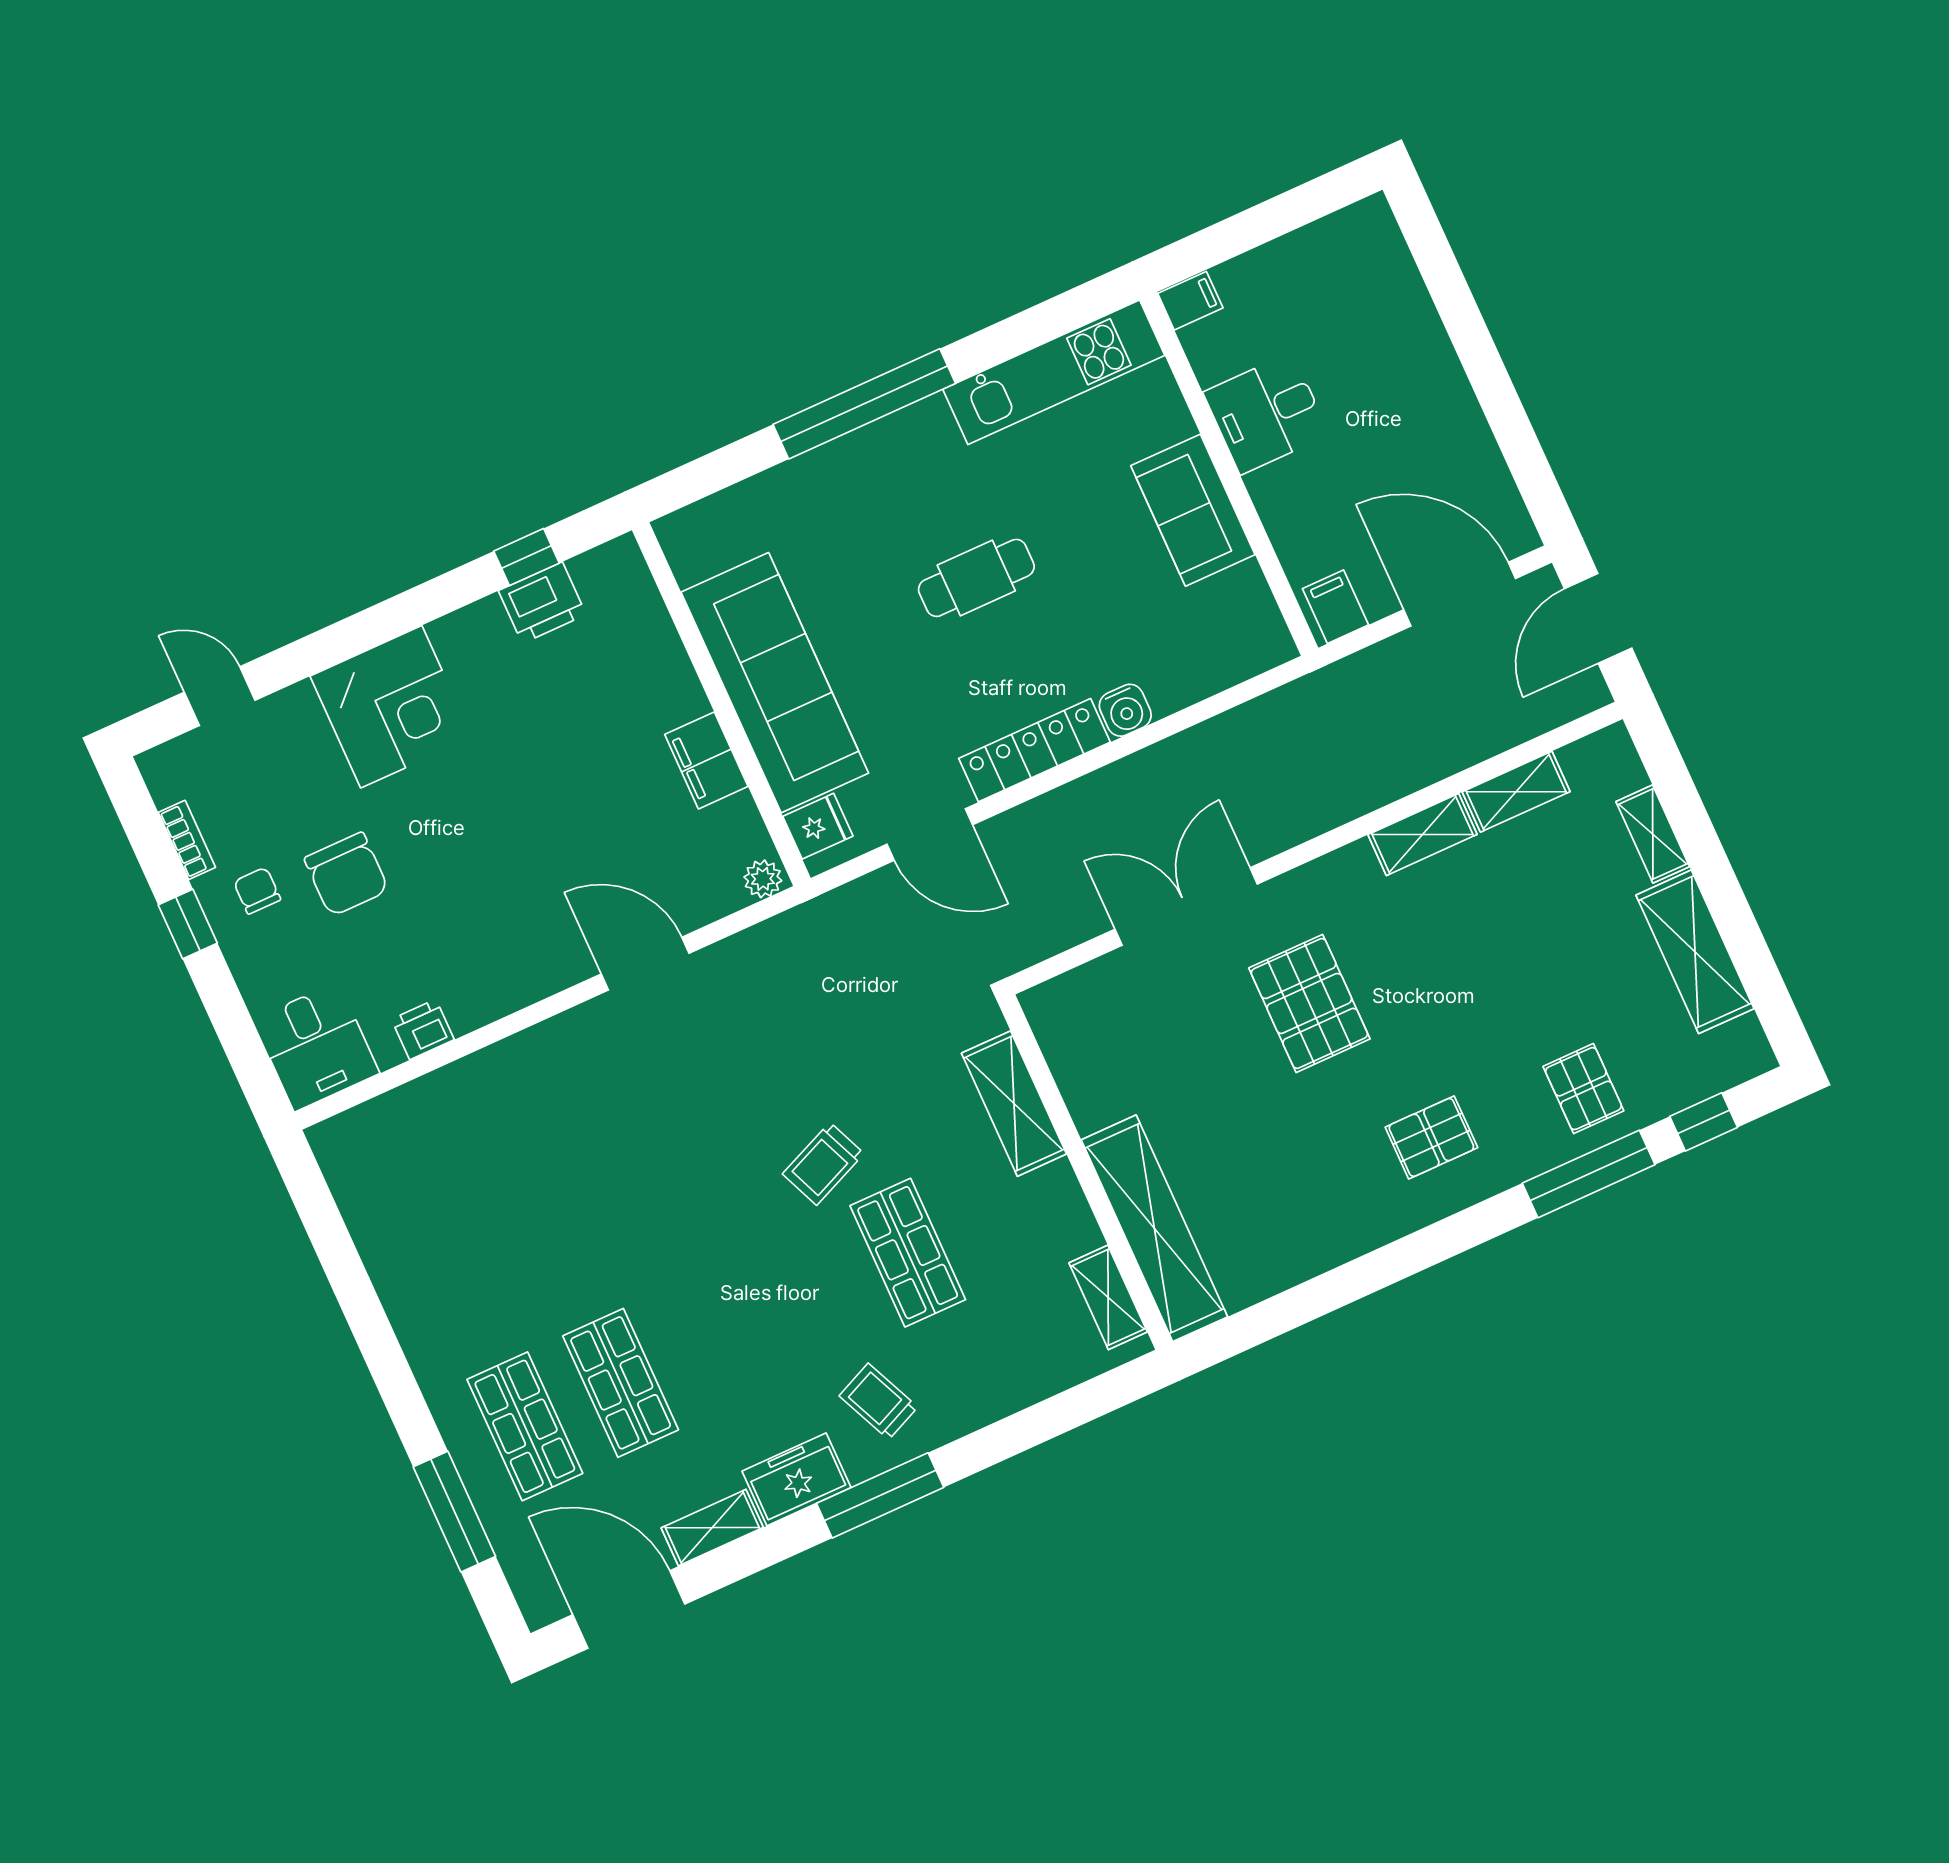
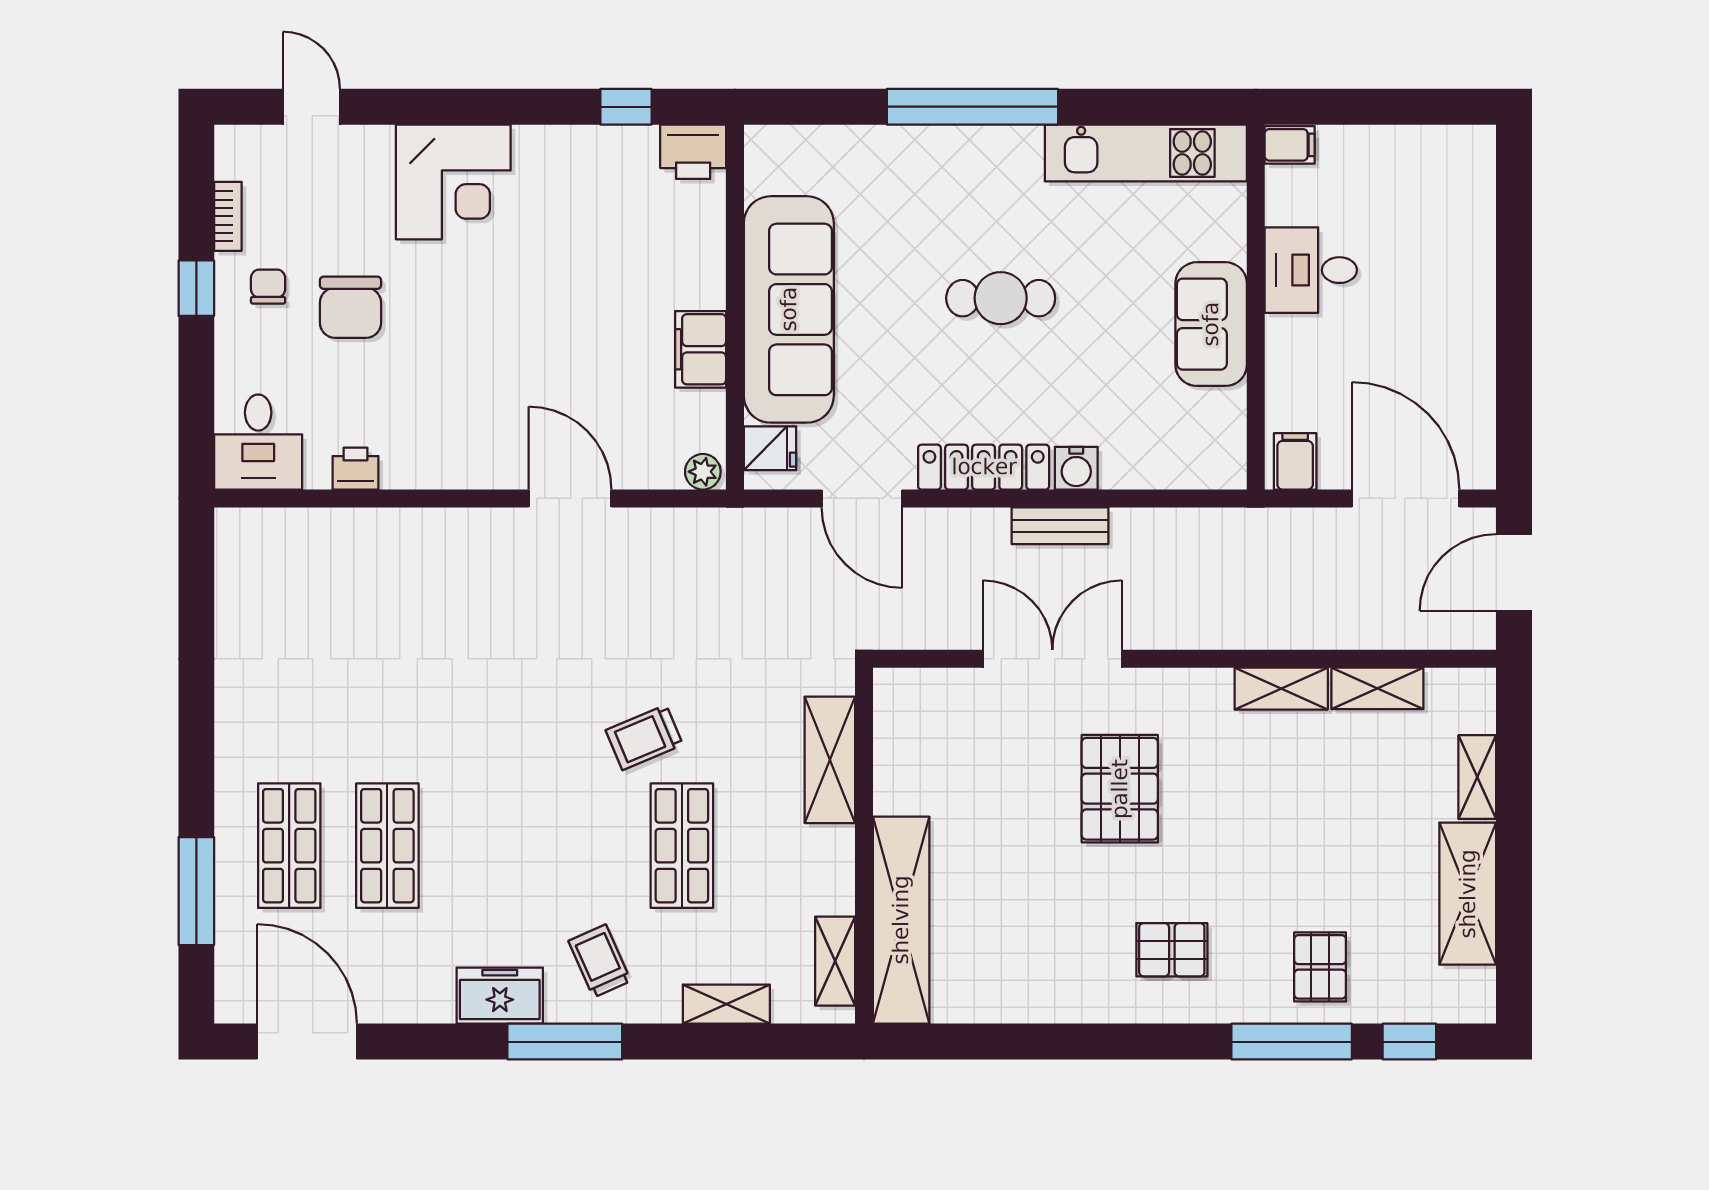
printer: (542, 603) -> (693, 152), moved
bench: (1135, 774) -> (1060, 526), added
shelving: (712, 1528) -> (726, 1004), moved

